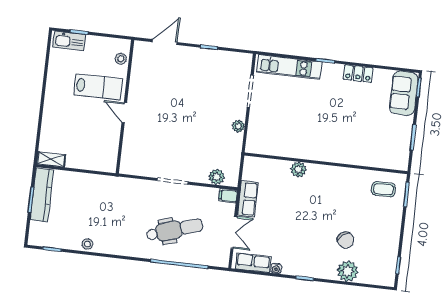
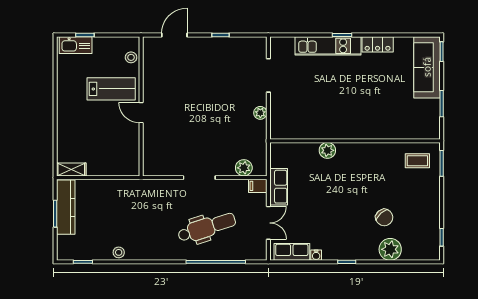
kitchen unit: (289, 67) -> (328, 46), moved
sofa: (404, 93) -> (427, 67), width x1.36

